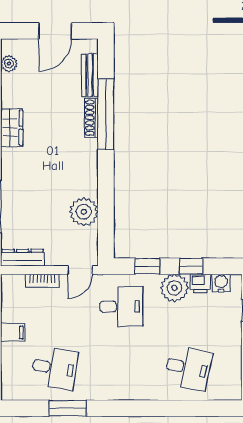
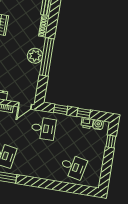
window: (106, 114) -> (47, 57), moved
plant: (84, 212) -> (35, 56), moved
plant: (174, 288) -> (73, 123), removed

